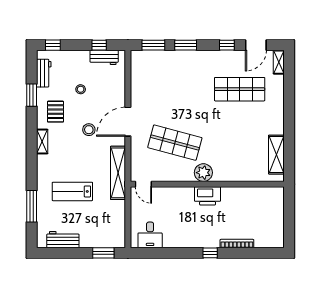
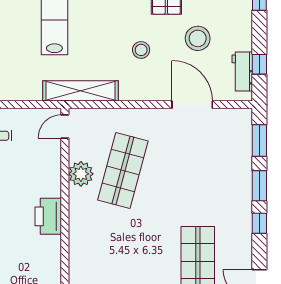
window: (227, 45) -> (259, 223), moved
stool: (81, 89) -> (198, 38), width x1.89, depth x1.89
door: (128, 122) -> (192, 105), moved
plant: (203, 173) -> (81, 174), moved

